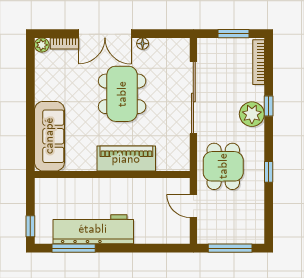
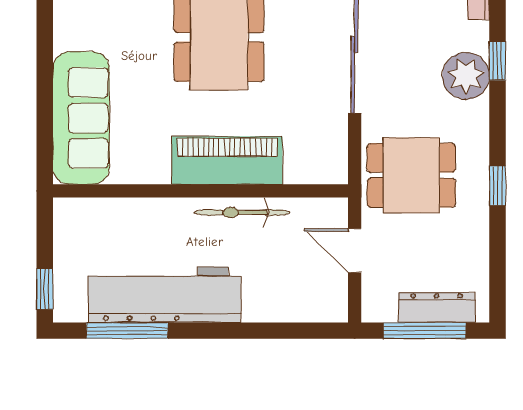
dining table: (223, 166) -> (411, 175), turned 90
bicycle: (134, 186) -> (242, 212), added
dresser: (237, 236) -> (437, 308), added

